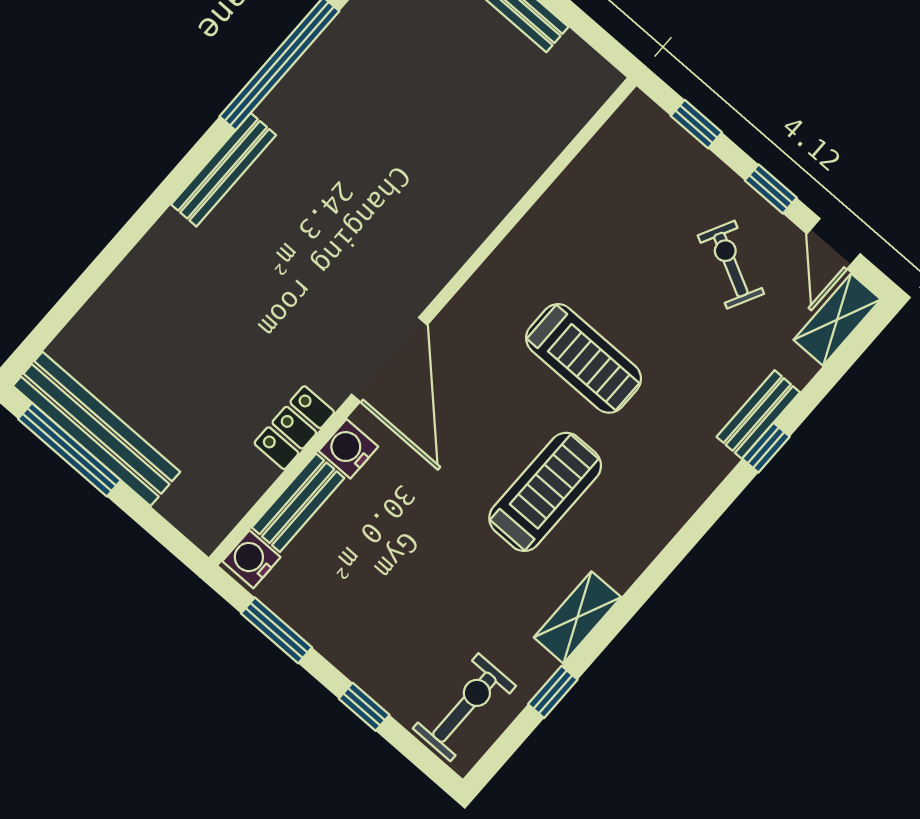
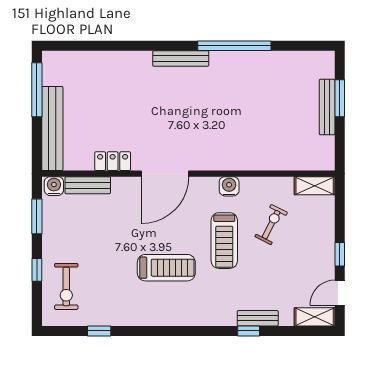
window: (696, 124) -> (340, 209), removed
exercise bike: (731, 265) -> (271, 225), moved
bench: (96, 429) -> (52, 128), moved
water cooler: (348, 449) -> (229, 186), moved
shelving: (577, 617) -> (315, 186), moved
exercise bike: (464, 707) -> (66, 286), moved, turned 90

